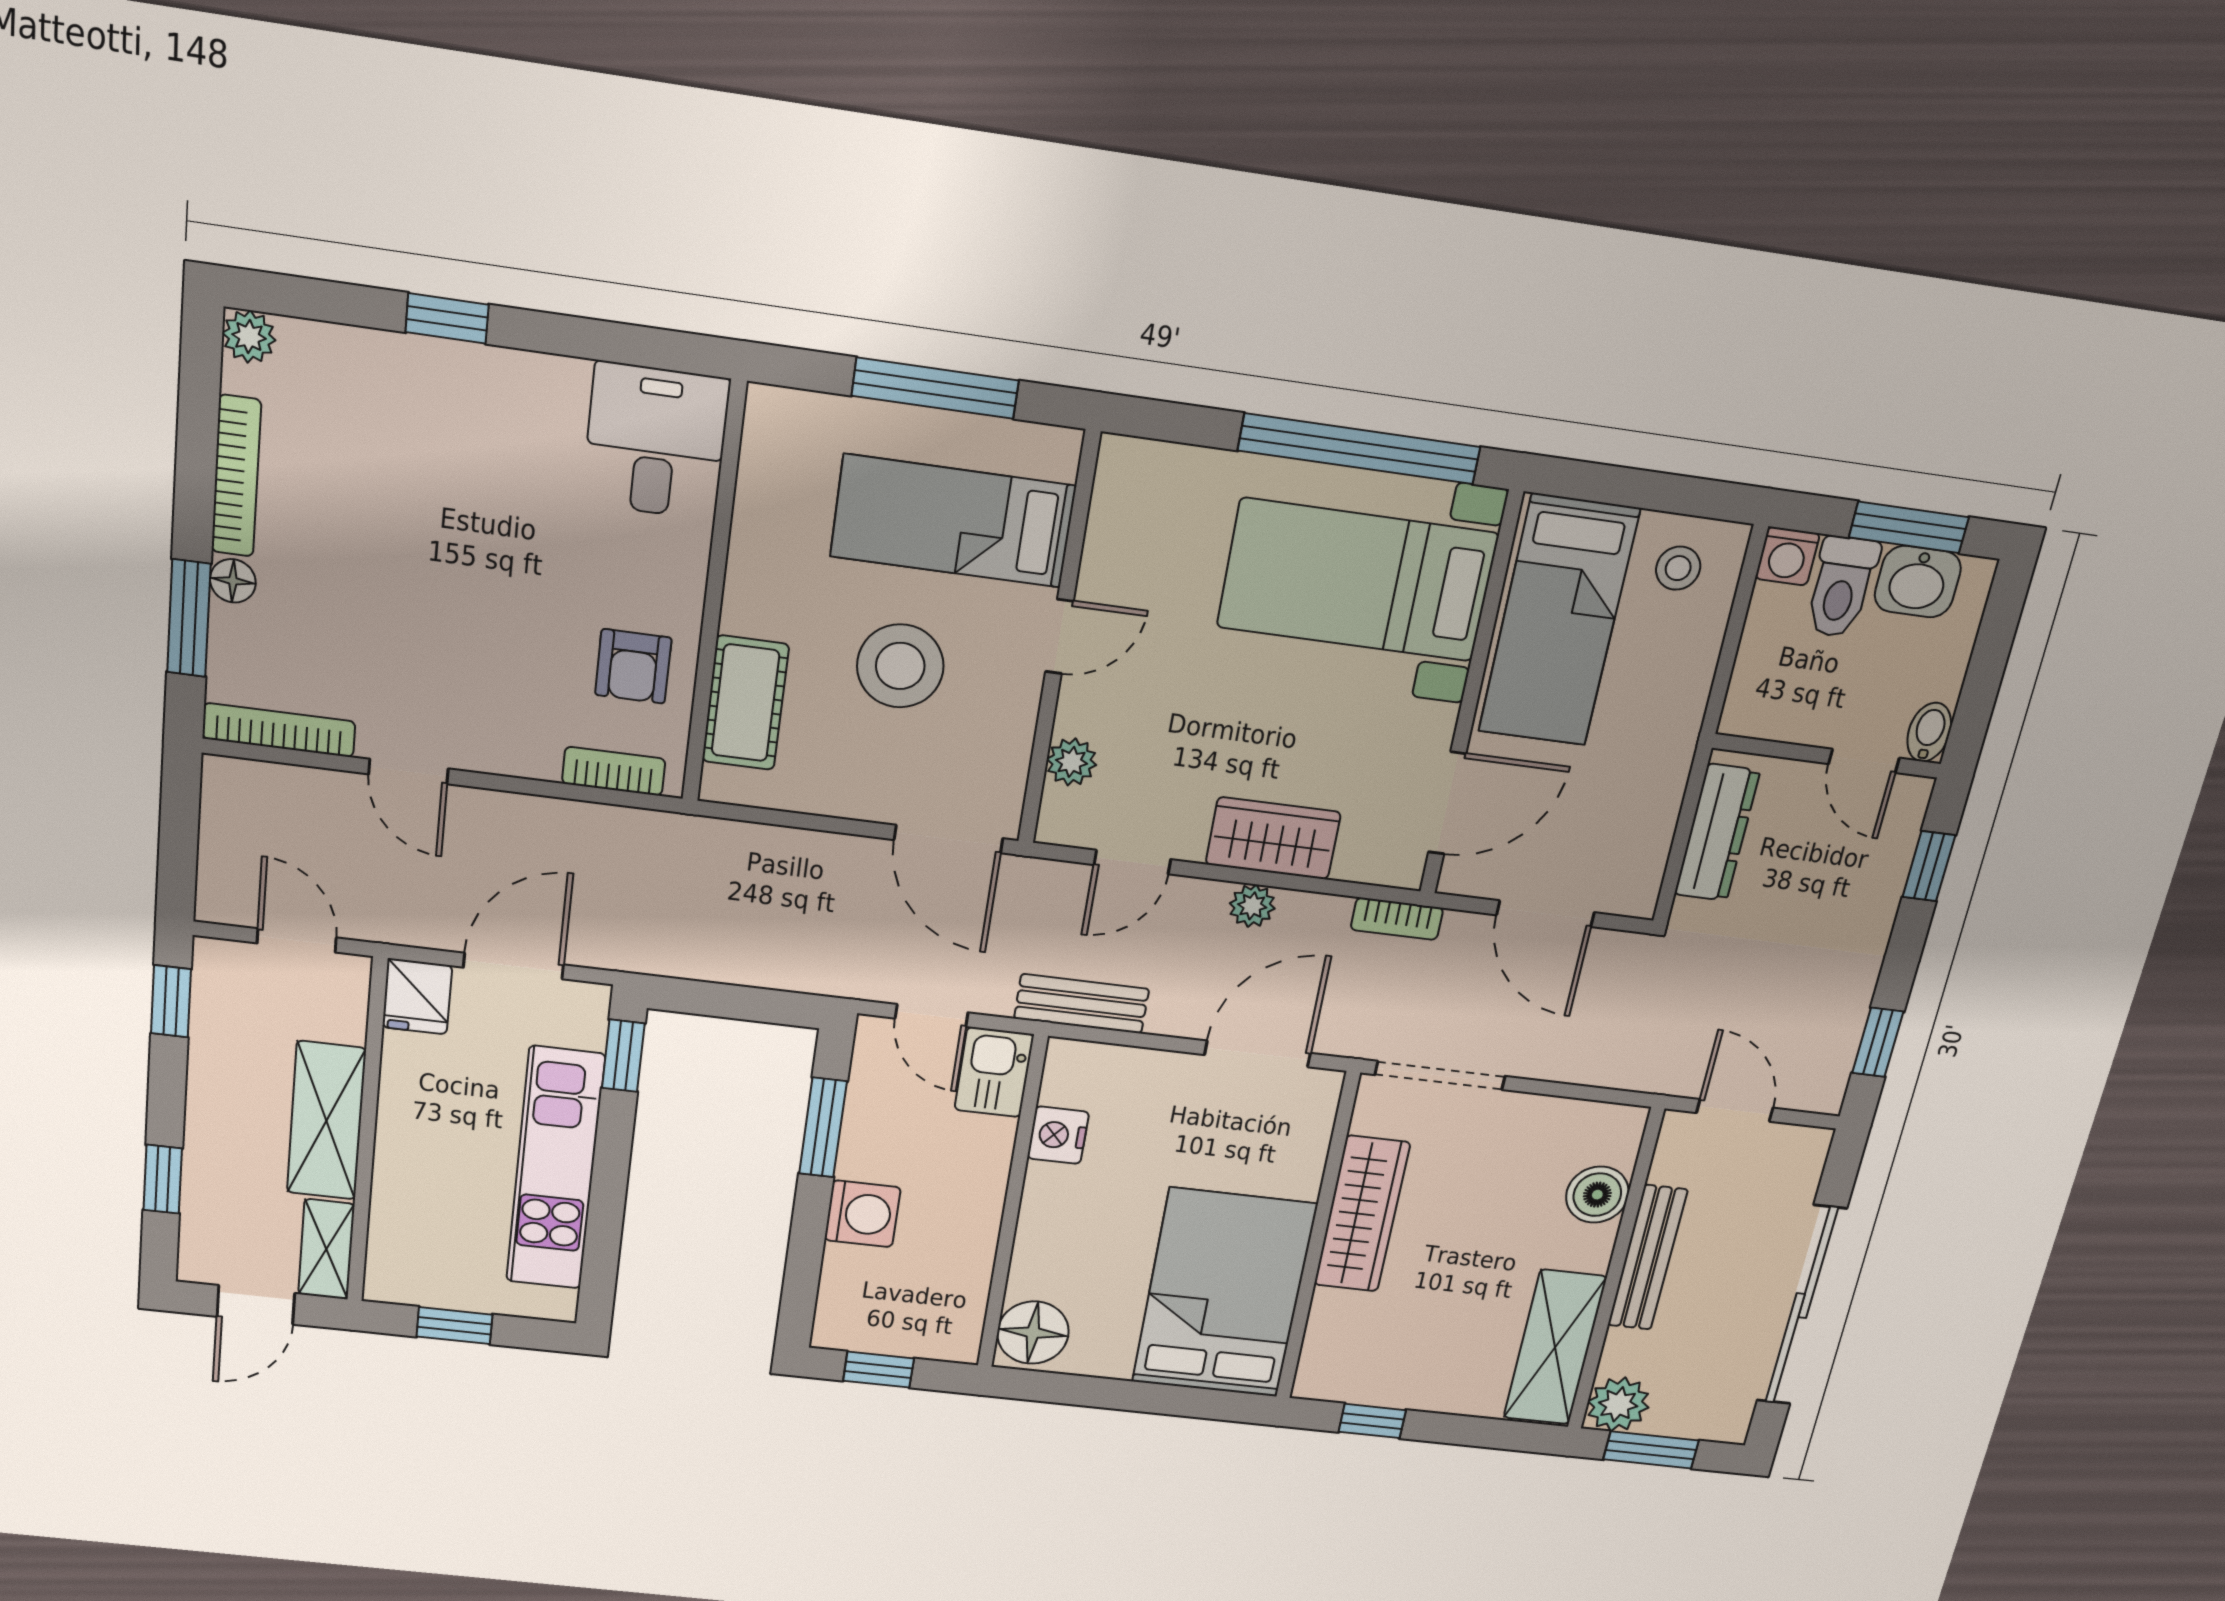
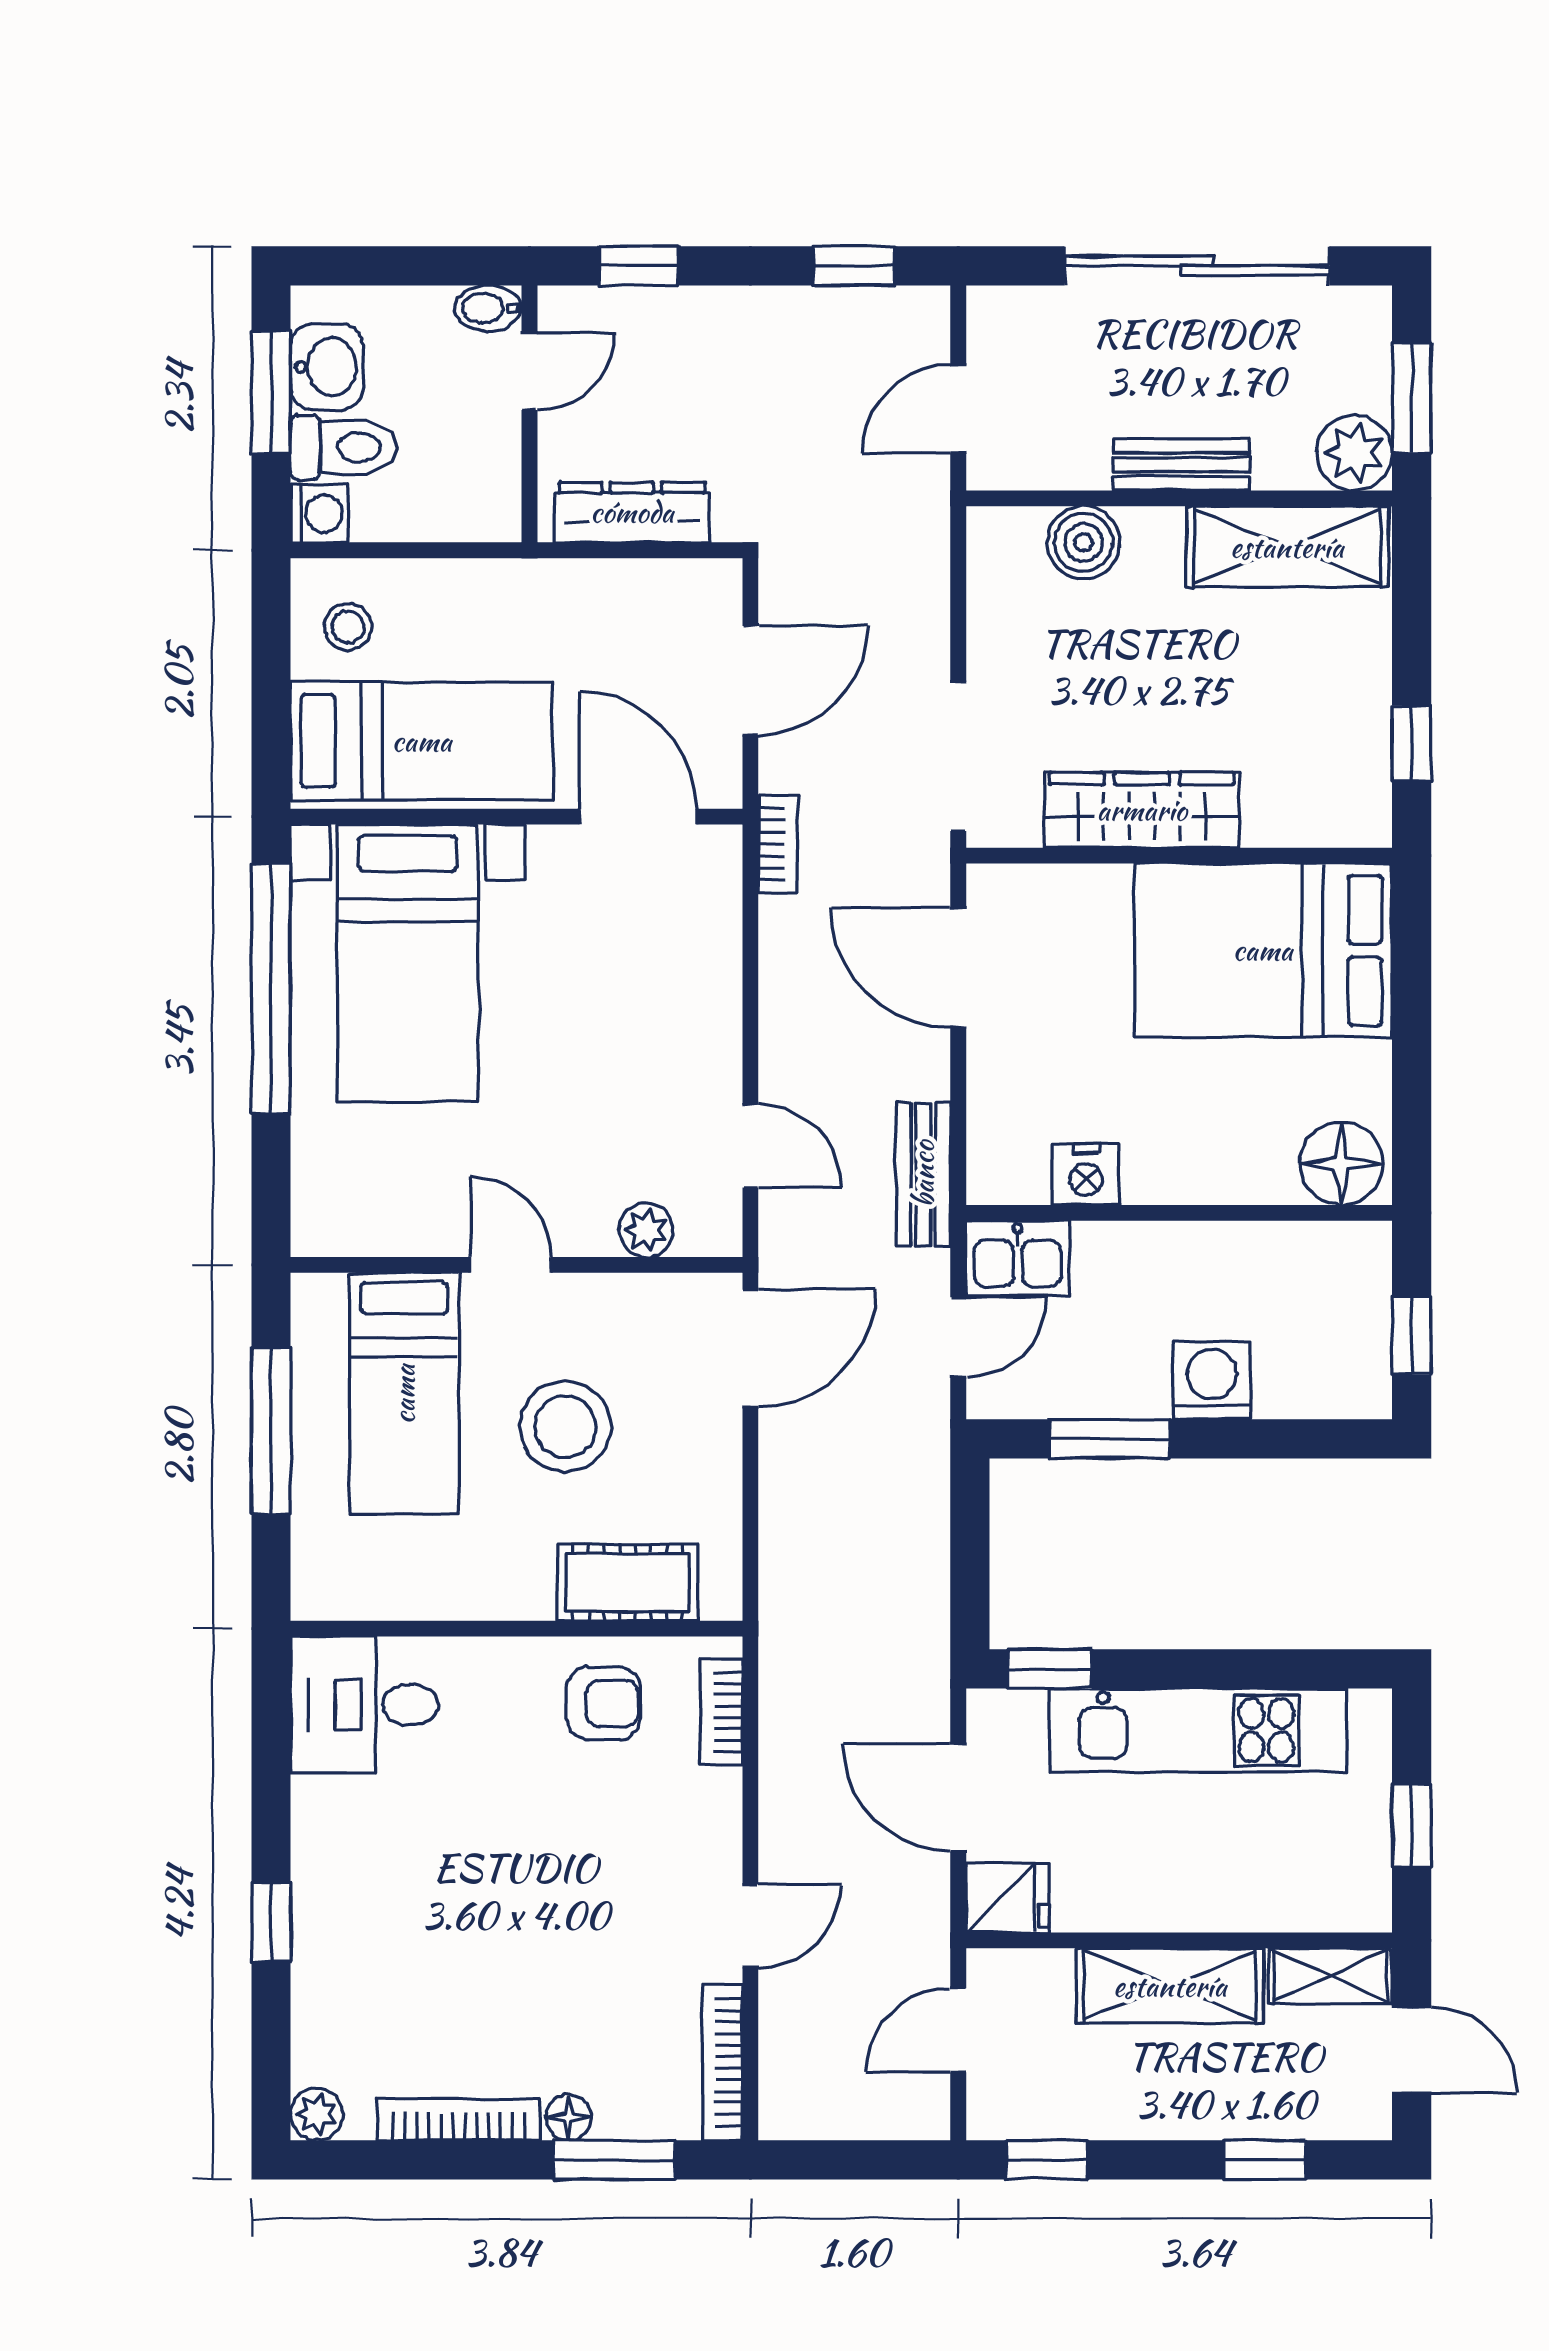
wardrobe: (1273, 838) -> (703, 998), removed
plant: (1252, 906) -> (784, 1006), removed
bench: (1648, 1258) -> (1182, 464), width x0.73

